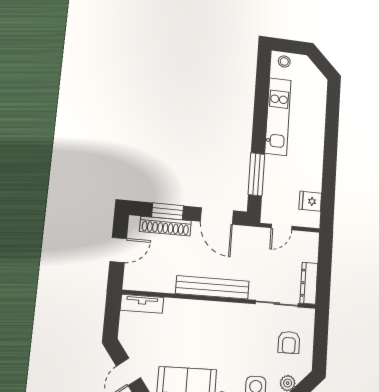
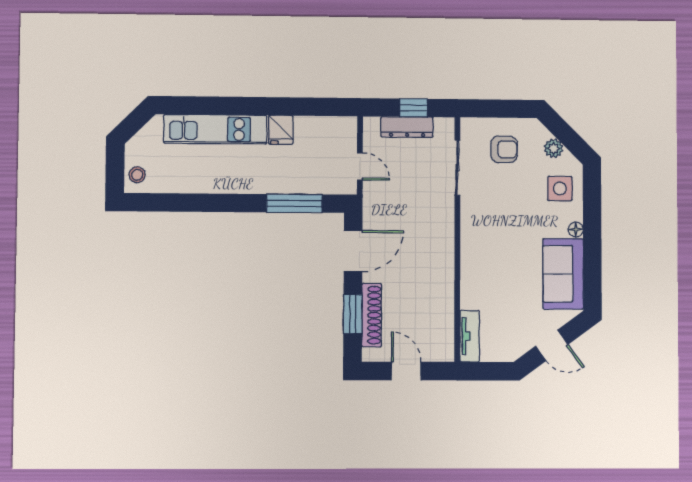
kitchen unit: (278, 117) -> (215, 129), moved, turned 180
fridge: (310, 201) -> (281, 130), moved
window: (324, 272) -> (414, 108), added
dresser: (309, 283) -> (407, 127), moved
bench: (212, 287) -> (443, 250), removed

